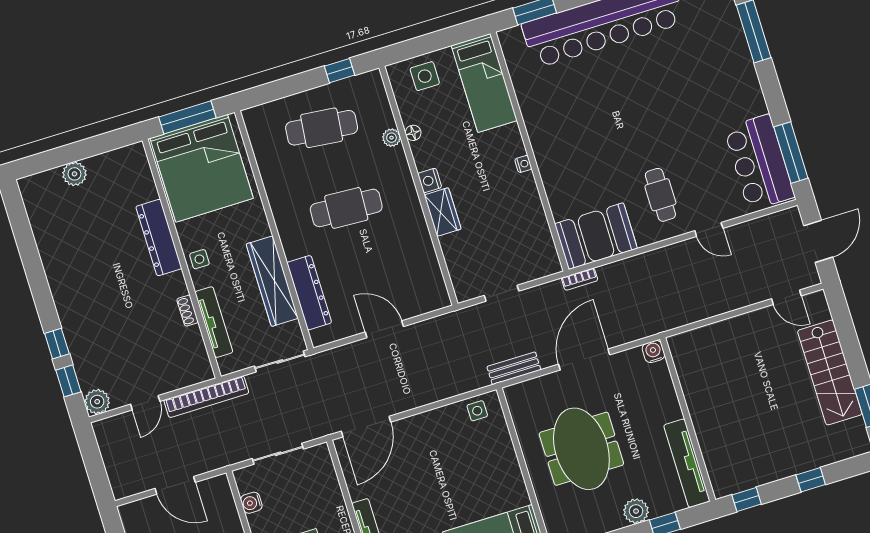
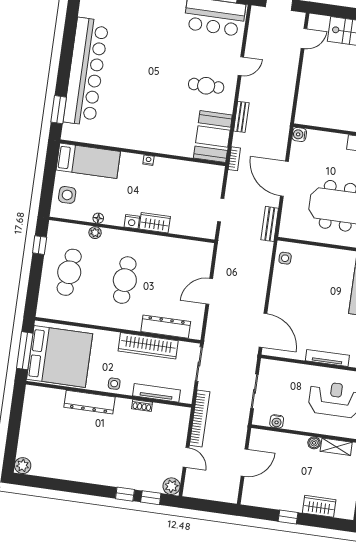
plant: (74, 174) -> (23, 466), moved
bench: (641, 262) -> (241, 117), added

